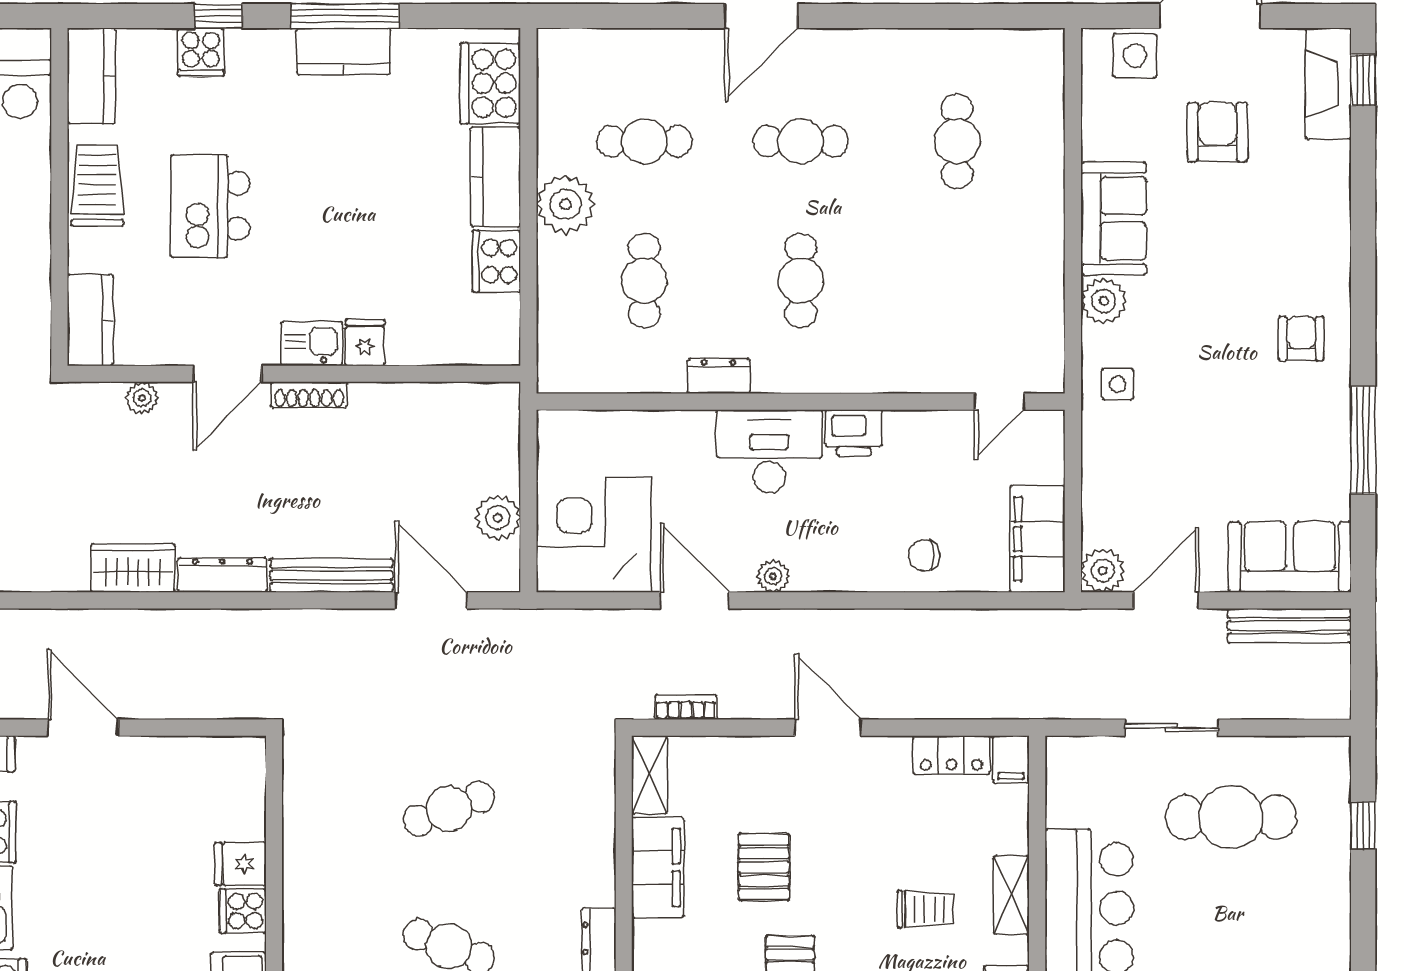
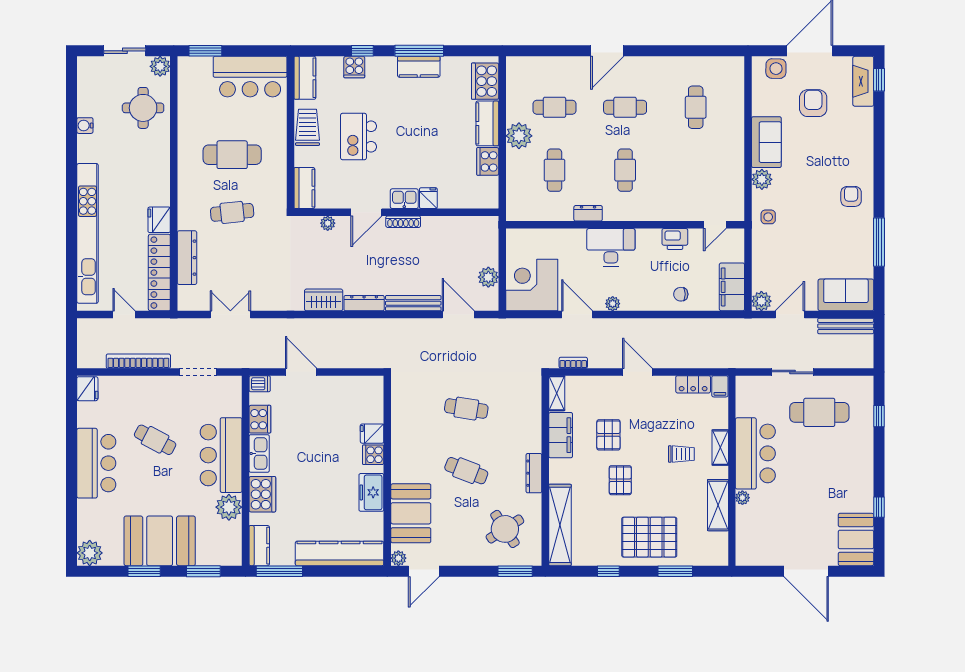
printer: (854, 433) -> (675, 239), moved
cafe table: (449, 809) -> (466, 409), turned 30

